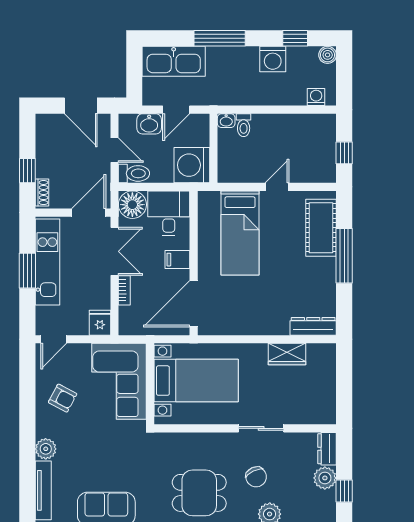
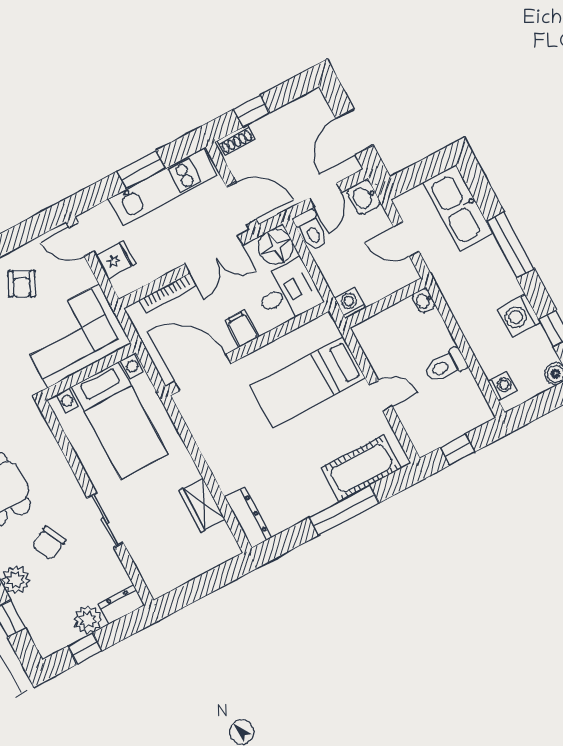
washbasin: (149, 124) -> (364, 197), moved
toilet: (244, 125) -> (445, 366), moved, width x1.37, depth x1.39
washing machine: (192, 165) -> (350, 303), width x0.53, depth x0.53
bookcase: (124, 290) -> (168, 293), width x1.56
fridge: (100, 323) -> (116, 260), moved

